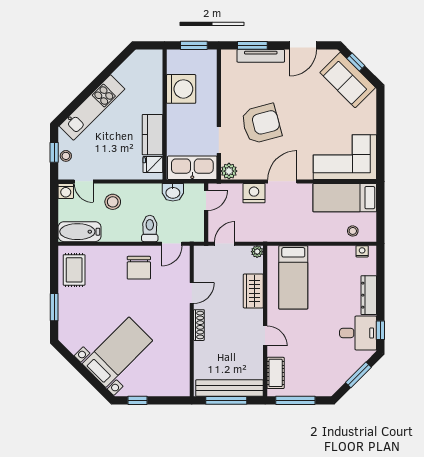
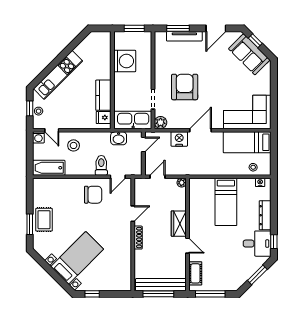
armchair: (261, 124) -> (185, 87), turned -75
chair: (139, 268) -> (93, 195), turned -90
rug: (74, 270) -> (44, 220), moved
bed: (293, 277) -> (226, 202), moved
wardrobe: (253, 291) -> (179, 224), moved

